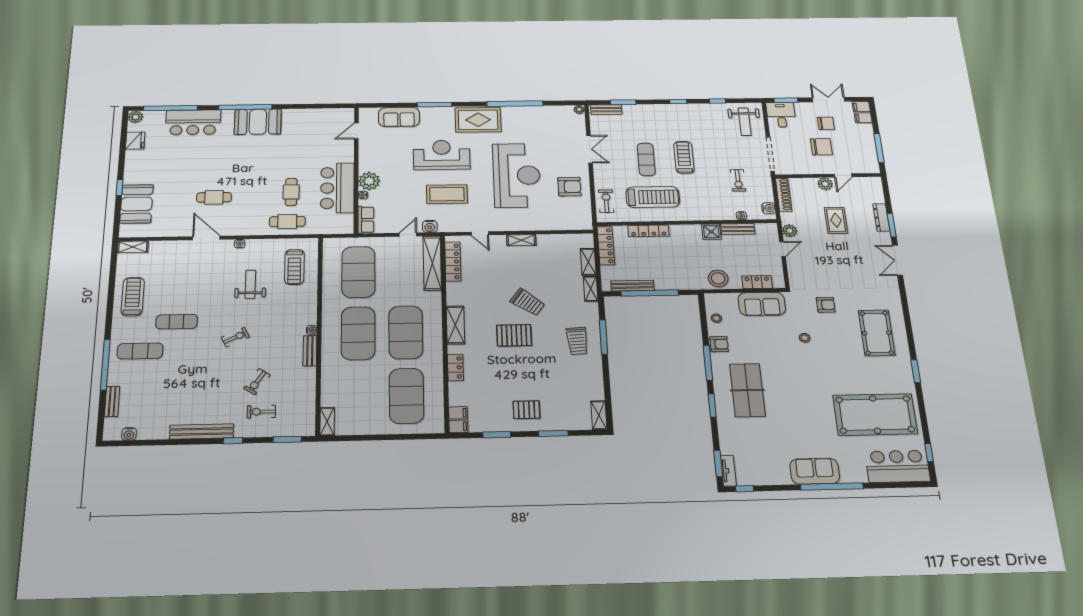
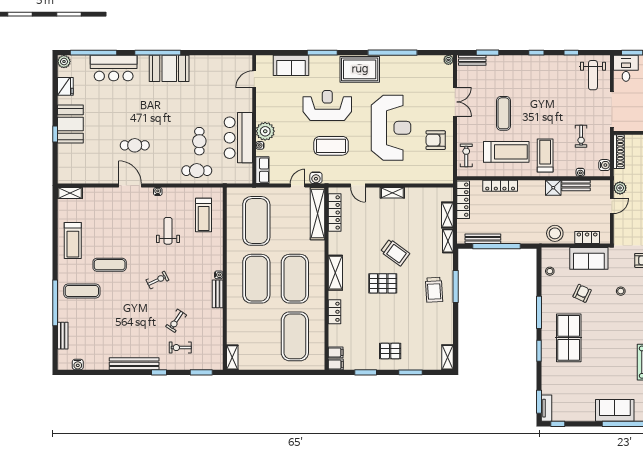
treadmill: (684, 157) -> (545, 155), moved
armchair: (569, 187) -> (436, 140), turned 180
booth: (136, 204) -> (70, 124), moved
treadmill: (133, 297) -> (73, 241), turned 180
armchair: (719, 344) -> (582, 293), moved, turned -65

